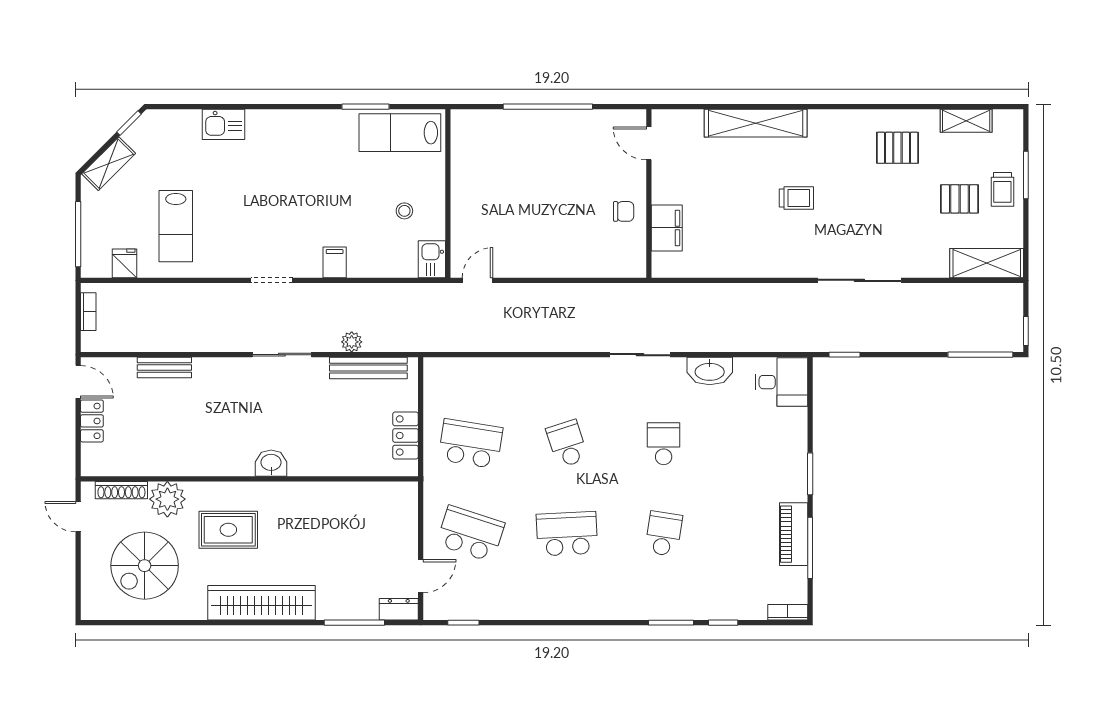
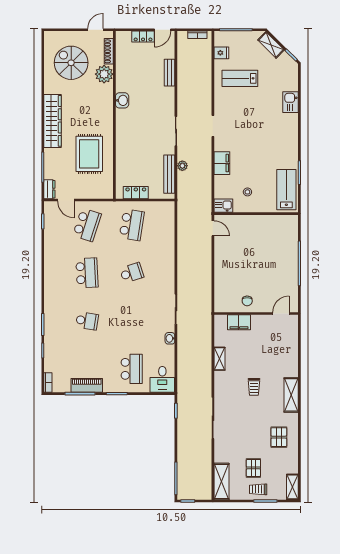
shelving: (966, 121) -> (292, 487), moved
shelving: (756, 123) -> (291, 395), moved, width x0.68
filing cabinet: (335, 262) -> (222, 163), width x2.00
shelving: (740, 267) -> (219, 359), added
washbasin: (710, 371) -> (170, 338), width x0.52, depth x0.69
school desk: (664, 444) -> (132, 369), moved, width x1.85
washbasin: (271, 463) -> (122, 100), moved
rug: (228, 530) -> (89, 154), moved, width x1.36, depth x1.43

